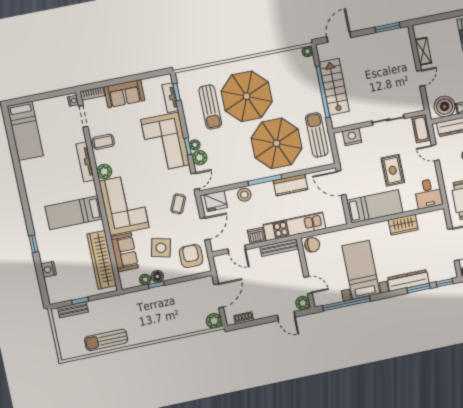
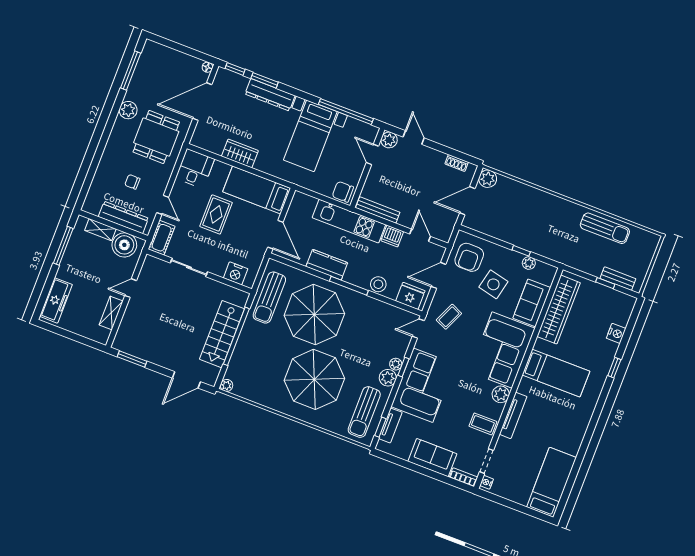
sun lounger: (210, 107) -> (364, 412), moved, turned 180
plant: (200, 158) -> (388, 378), moved
floor lamp: (157, 276) -> (515, 258), removed

